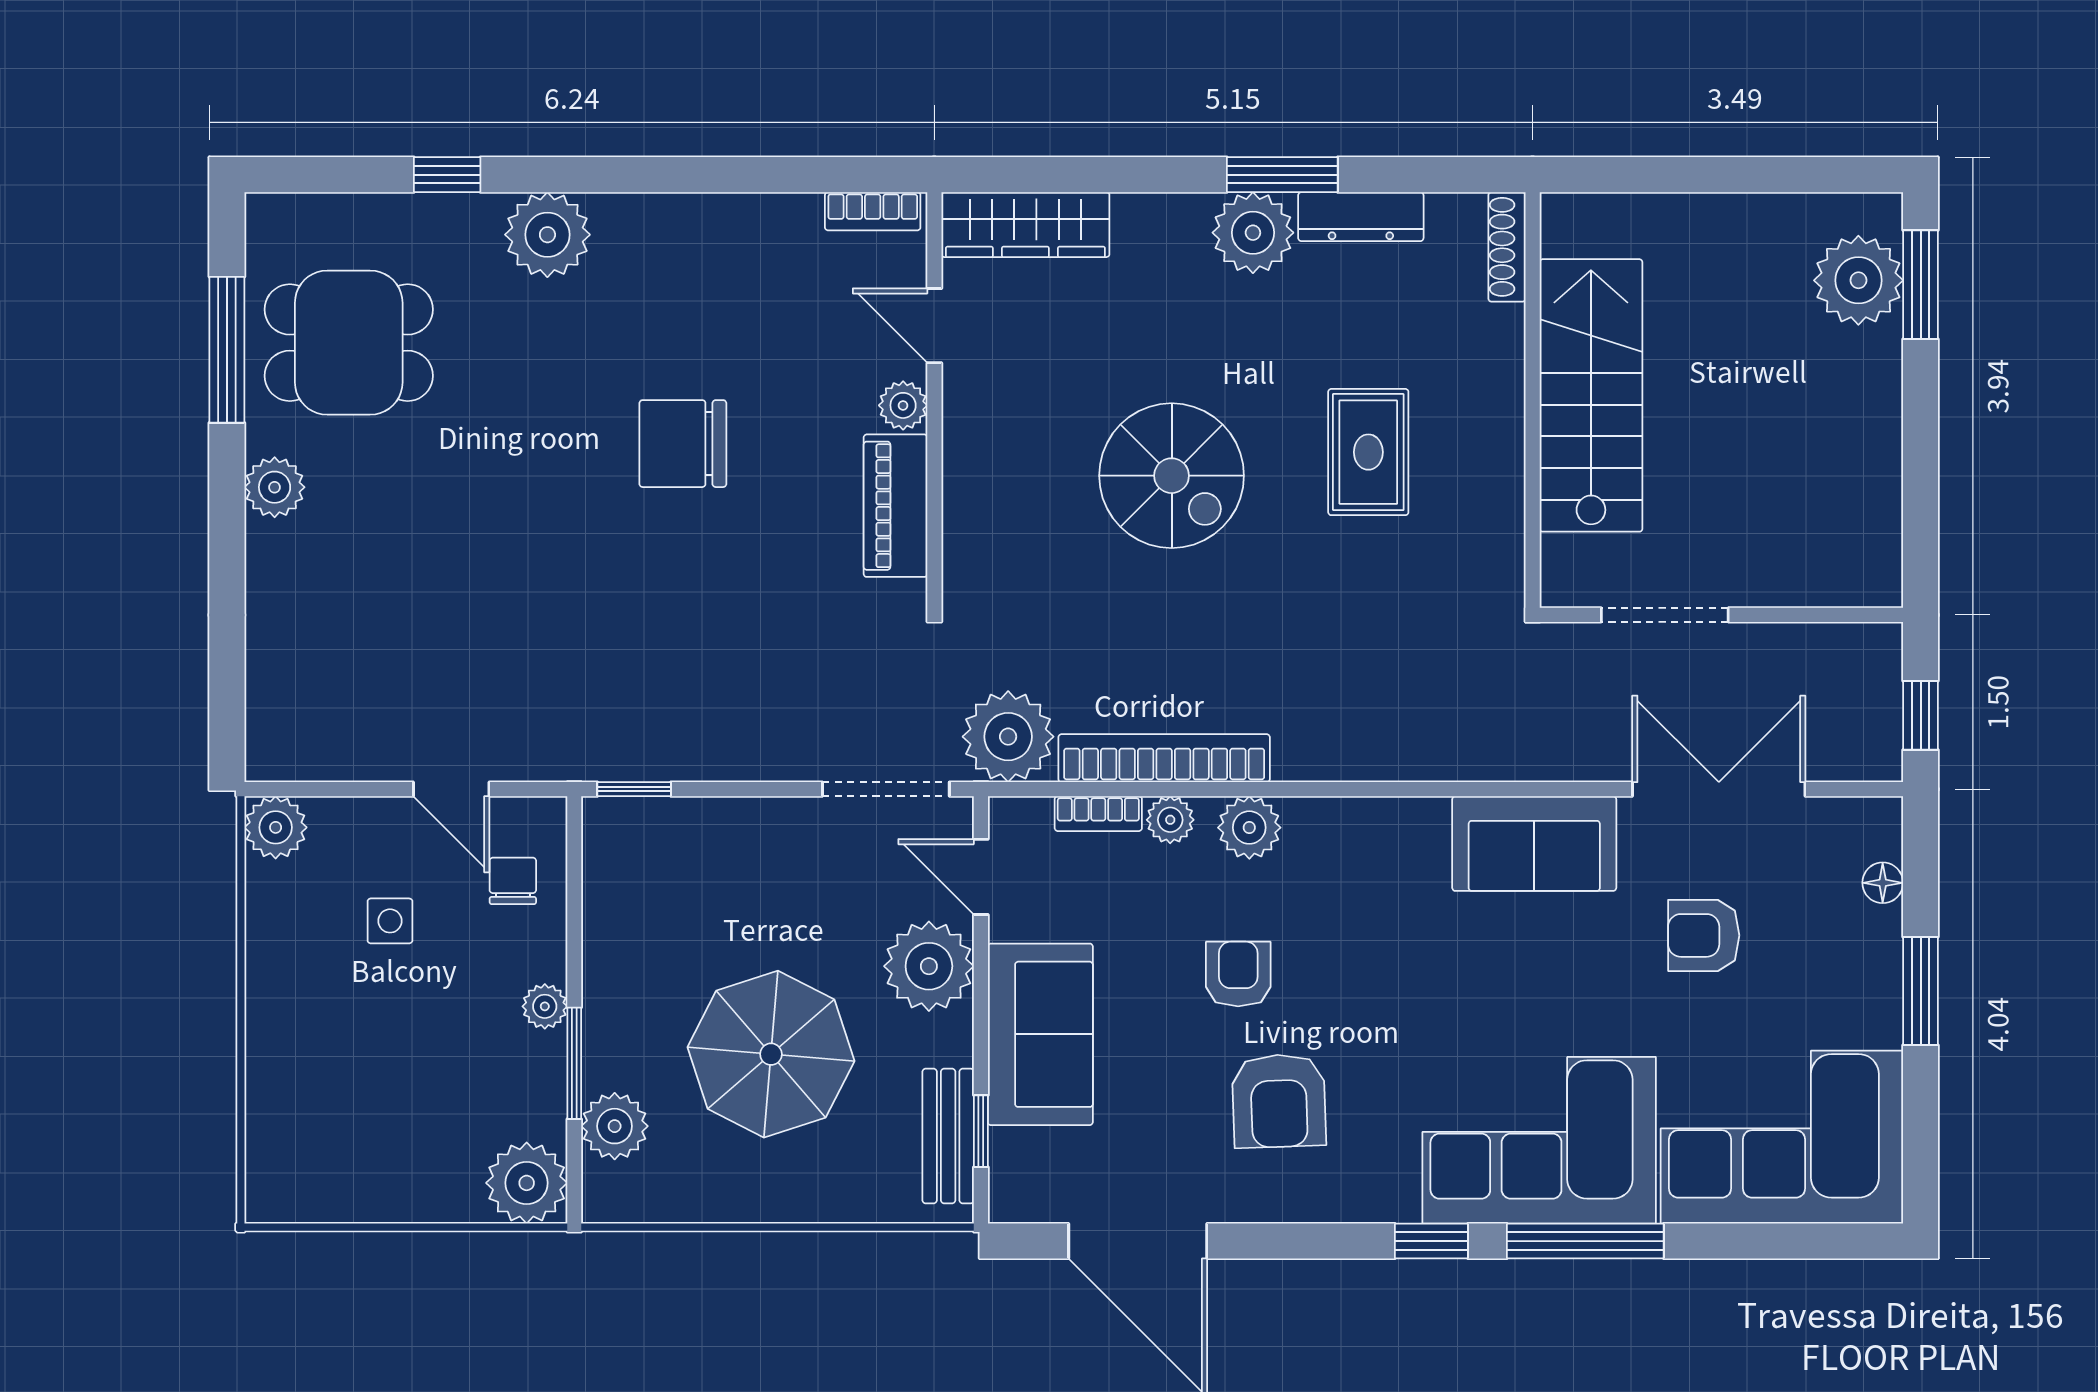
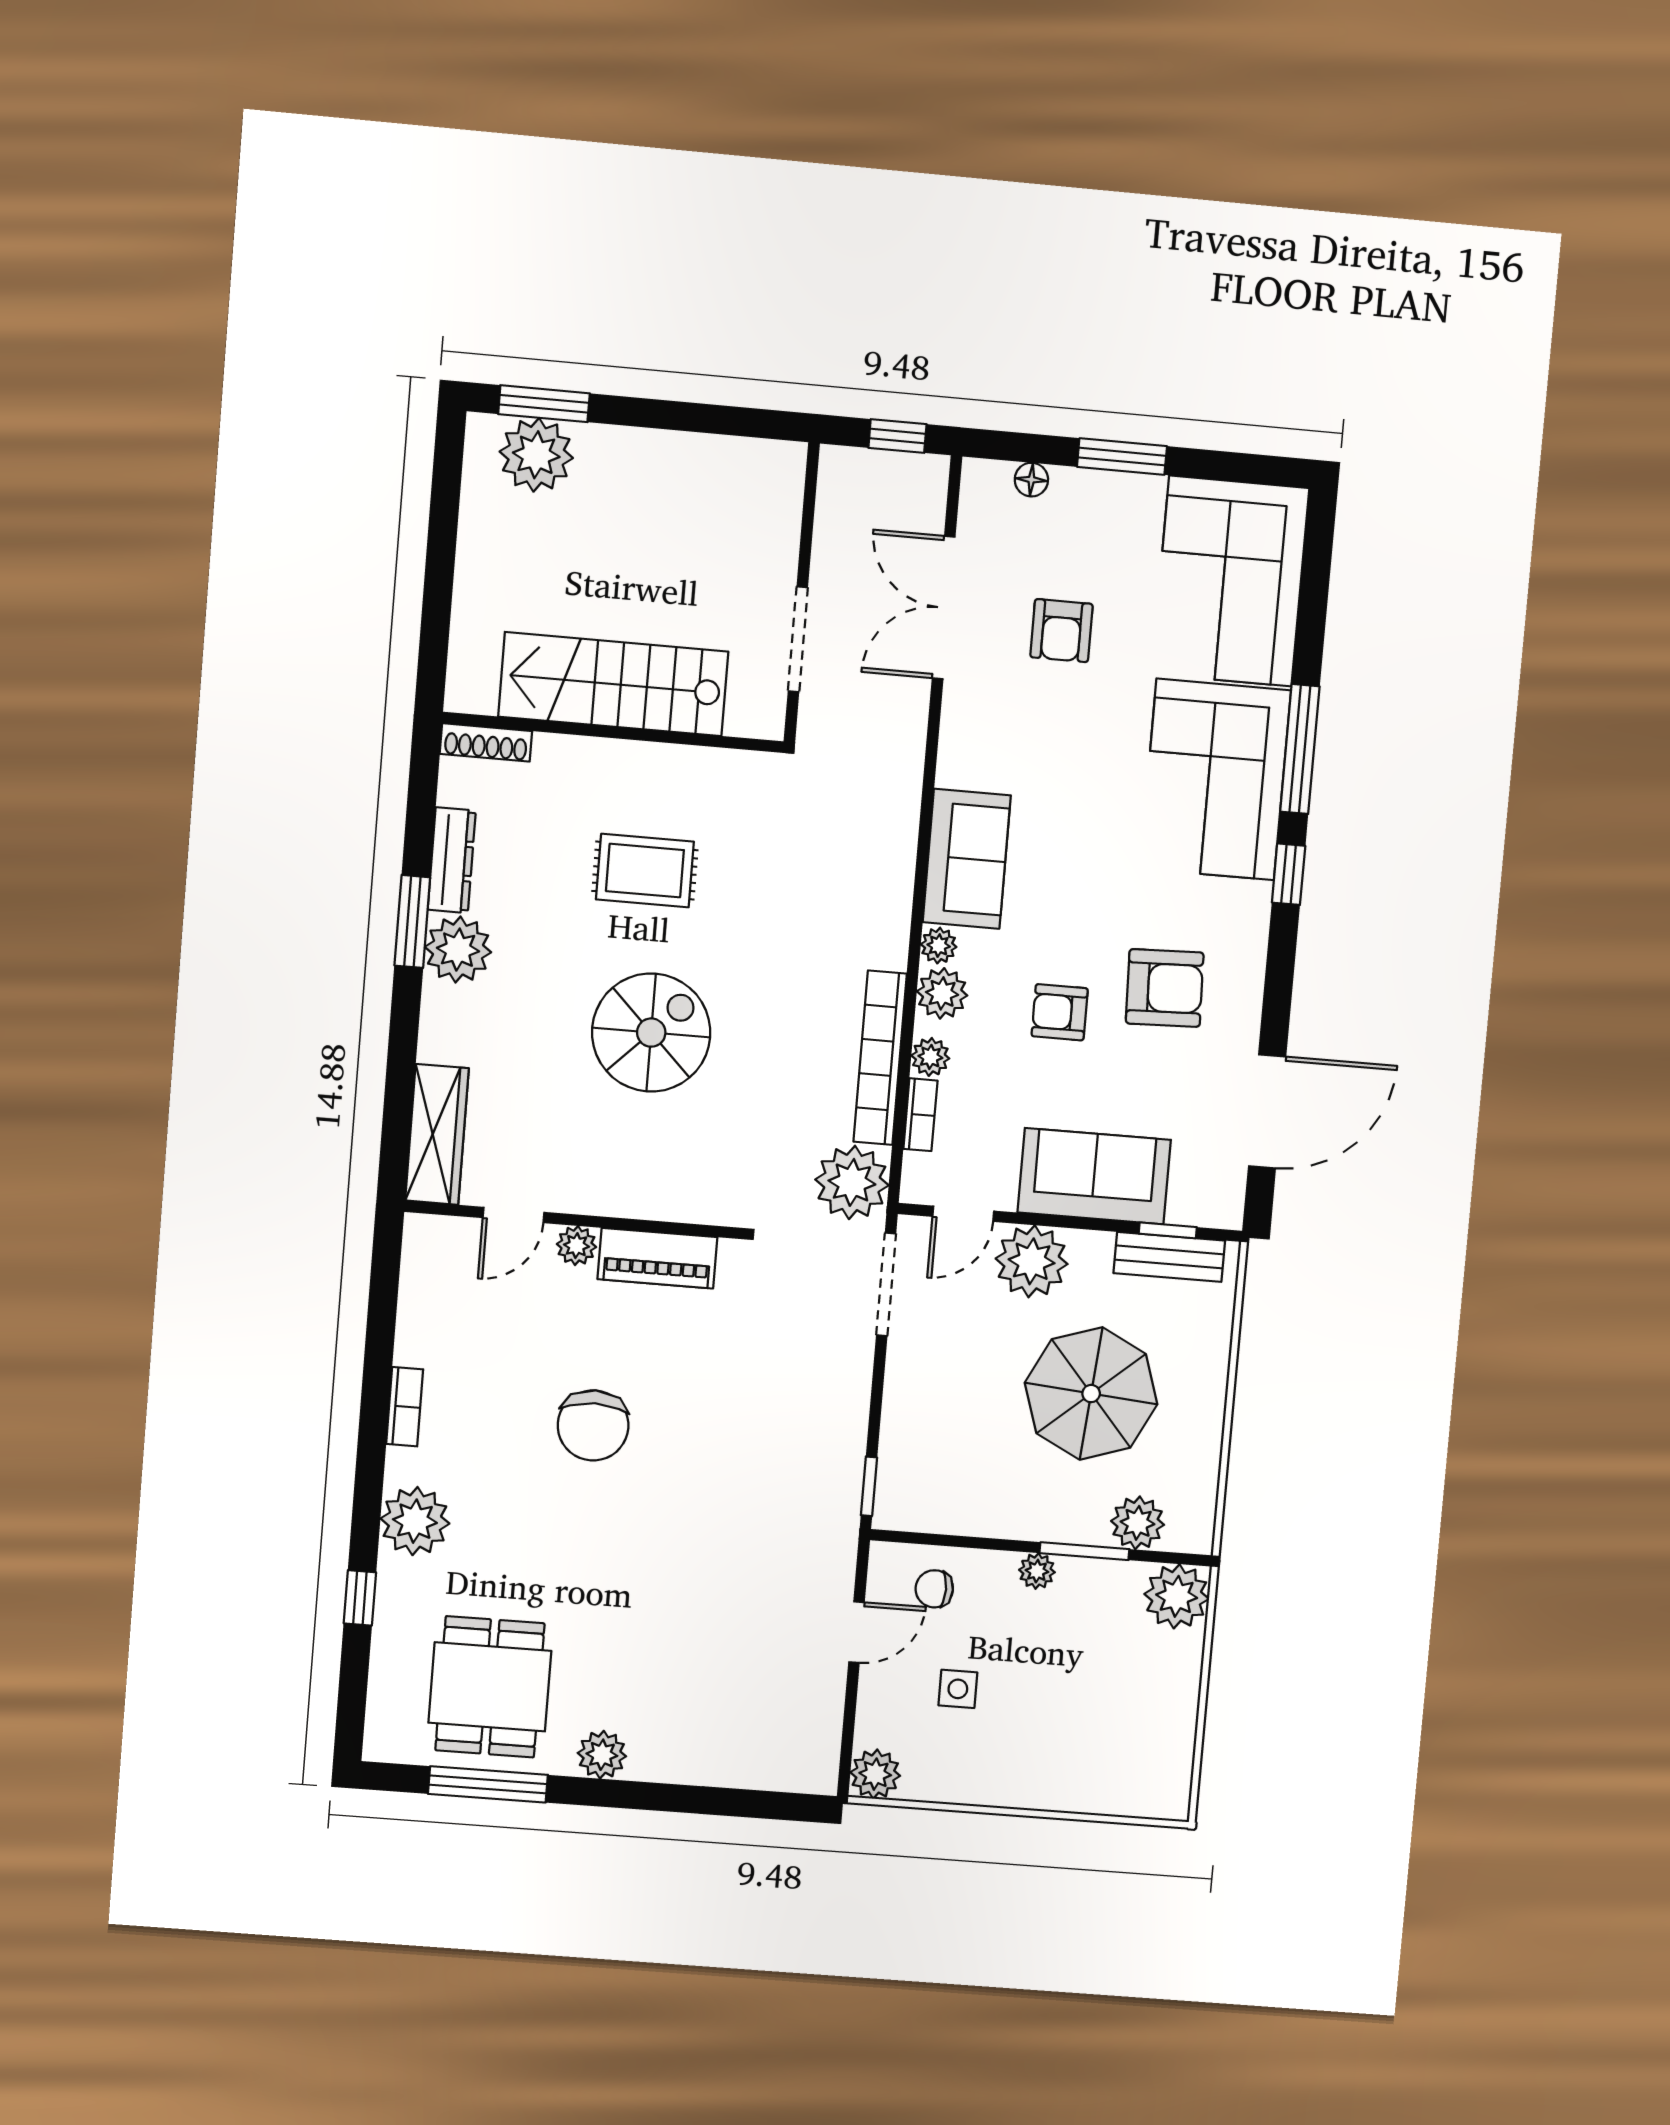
bookcase: (873, 211) -> (405, 1407), moved
plant: (1307, 818) -> (939, 946), added
sofa: (1534, 844) -> (967, 859), moved

